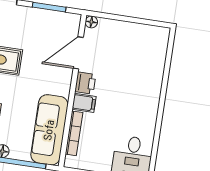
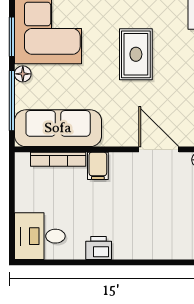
printer: (85, 83) -> (99, 248), moved, turned 180

